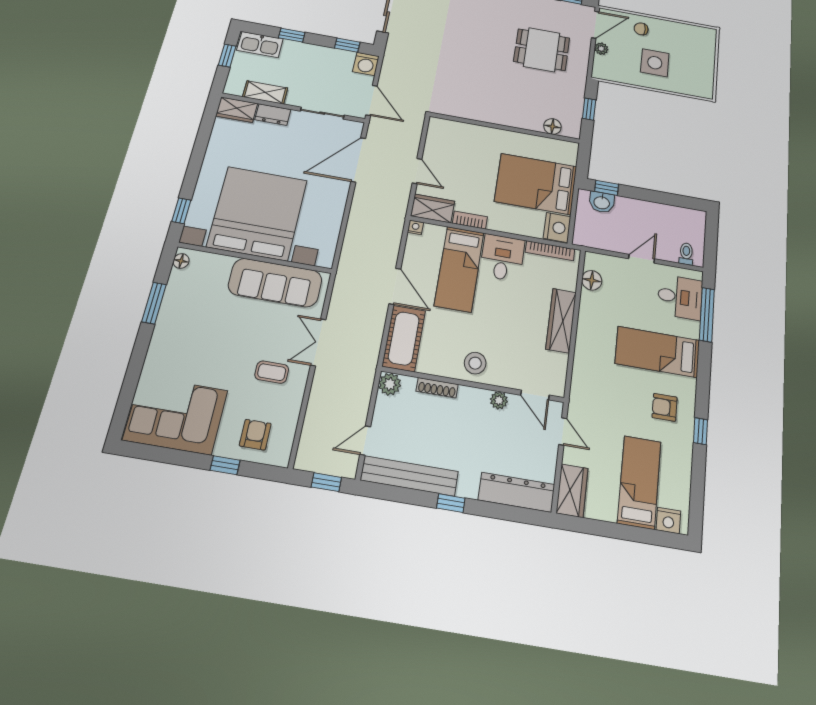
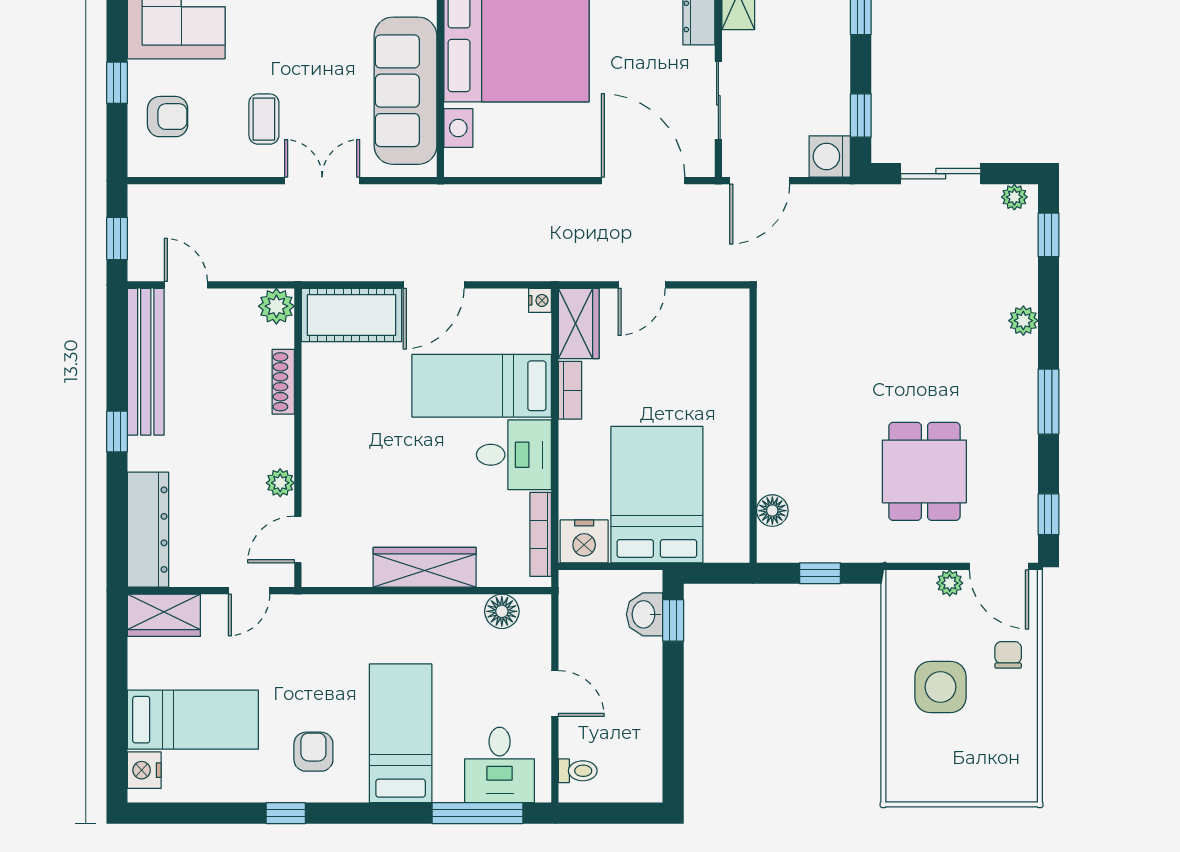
stool: (475, 363) -> (332, 436), removed

